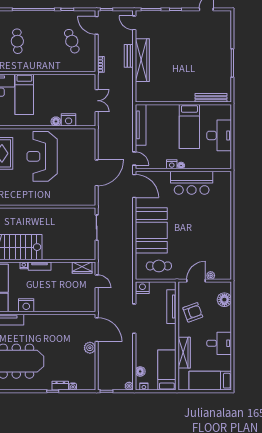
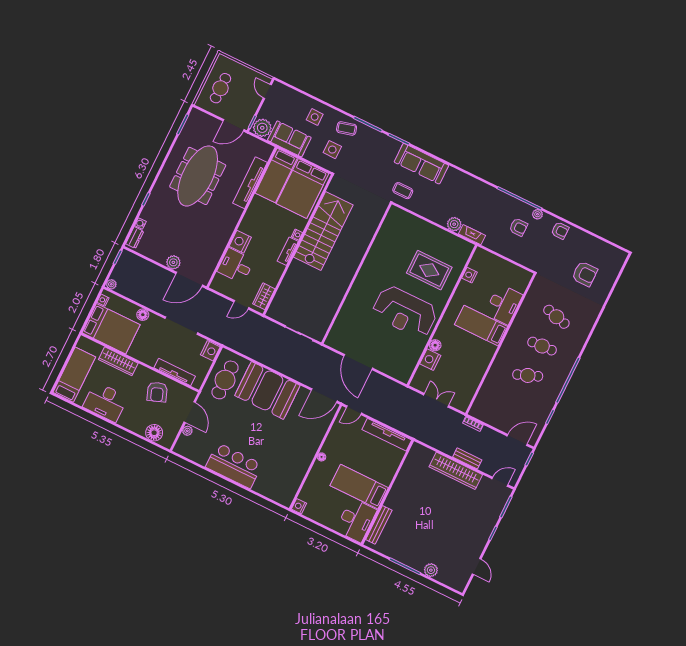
cafe table: (72, 41) -> (528, 375), moved
plant: (226, 42) -> (431, 570), added
double door: (97, 101) -> (436, 400), swing flipped
desk: (219, 135) -> (356, 520), moved, turned -90
reception desk: (42, 156) -> (405, 312), turned 180
nightstand: (172, 164) -> (299, 506), moved
bar counter: (192, 183) -> (234, 466), moved, turned 90
cafe table: (159, 266) -> (225, 380), width x1.37, depth x1.35
desk: (69, 300) -> (236, 266), added
nightstand: (26, 305) -> (240, 242), moved
desk: (219, 343) -> (105, 402), width x1.37
bed: (167, 370) -> (111, 329), width x1.50
floor lamp: (140, 371) -> (143, 315), moved
dresser: (60, 386) -> (135, 238), moved

